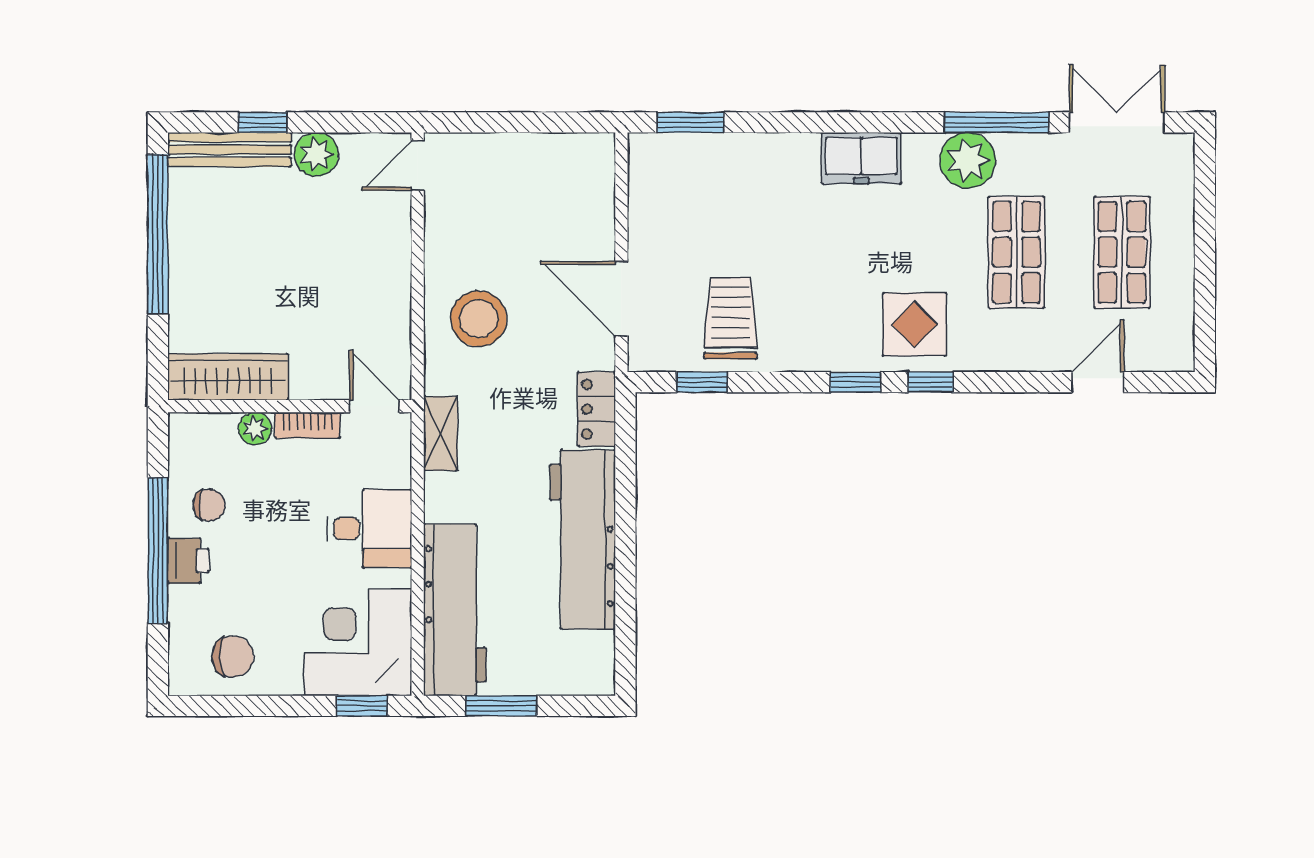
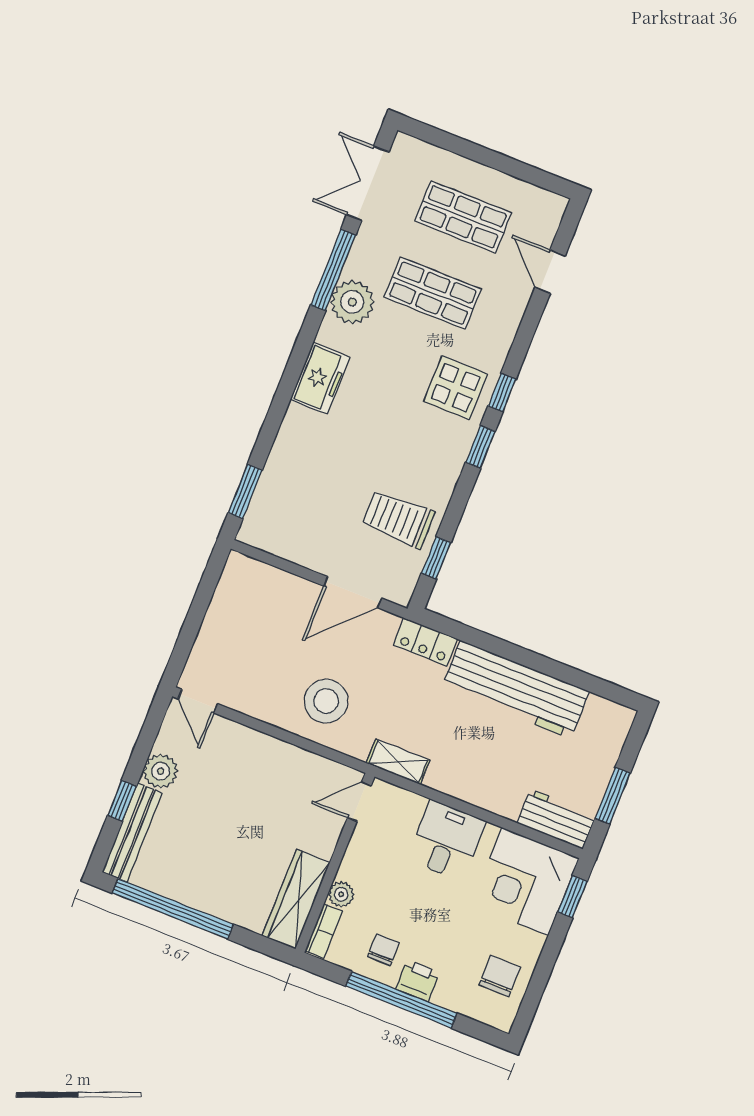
bookcase: (307, 425) -> (324, 931), moved
workbench: (455, 610) -> (557, 819), width x0.53, depth x0.76

